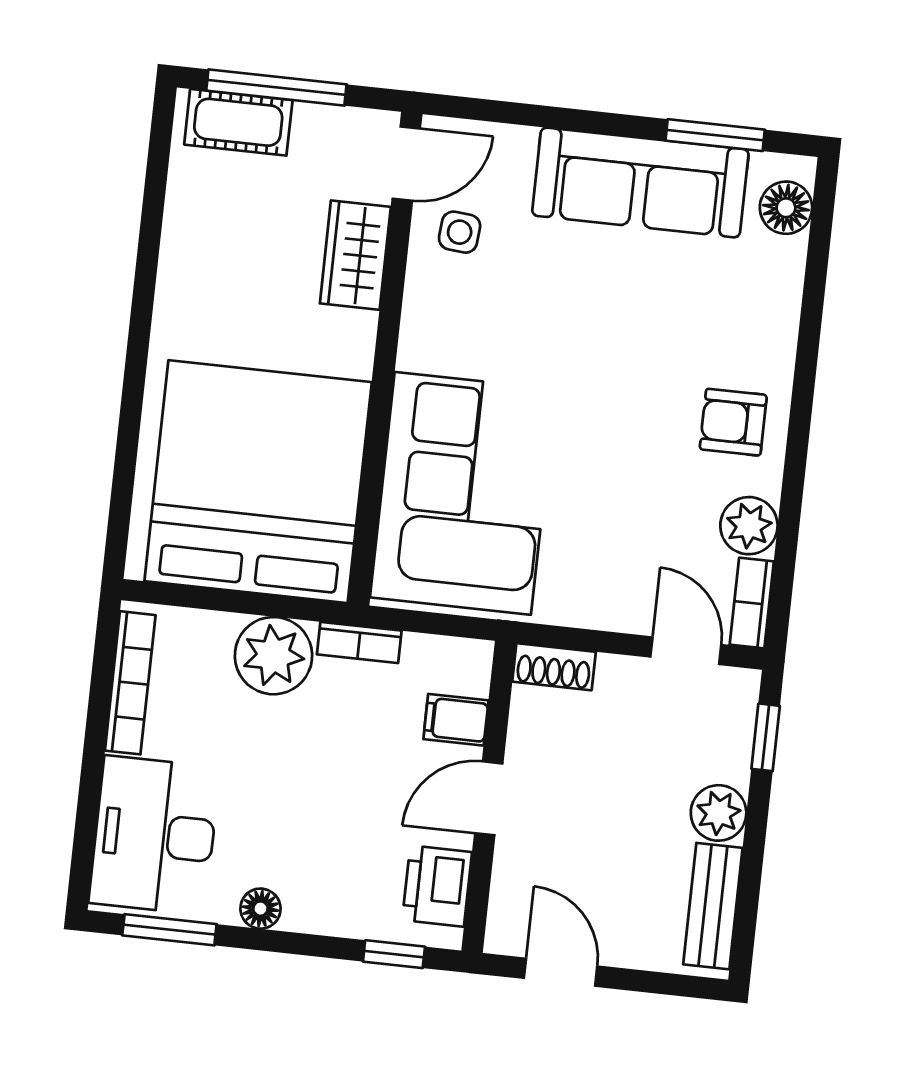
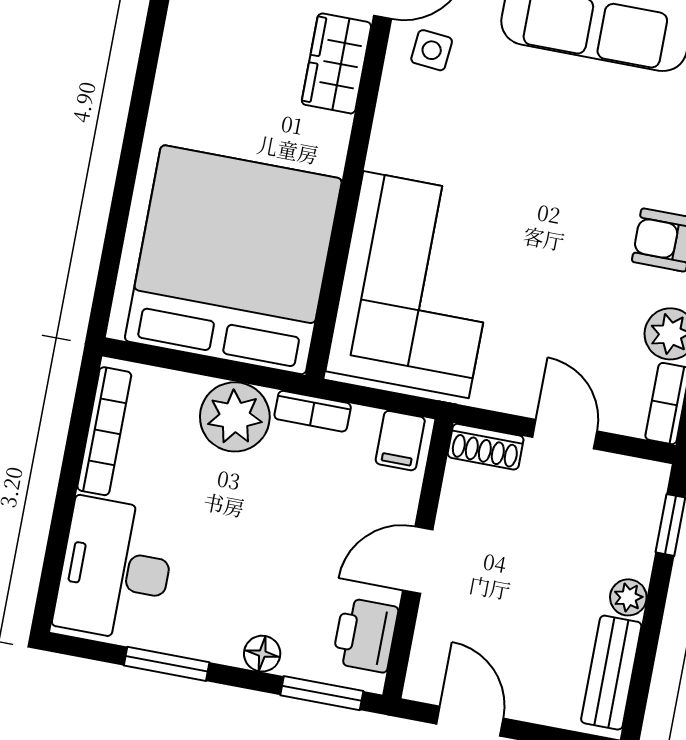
door: (686, 651) -> (565, 434), moved
filing cabinet: (456, 720) -> (400, 441), moved, turned -90
plant: (719, 813) -> (628, 597), width x0.73, depth x0.73
floor lamp: (260, 909) -> (262, 654), moved
window: (169, 930) -> (167, 664), moved
window: (394, 954) -> (322, 693), width x1.50

